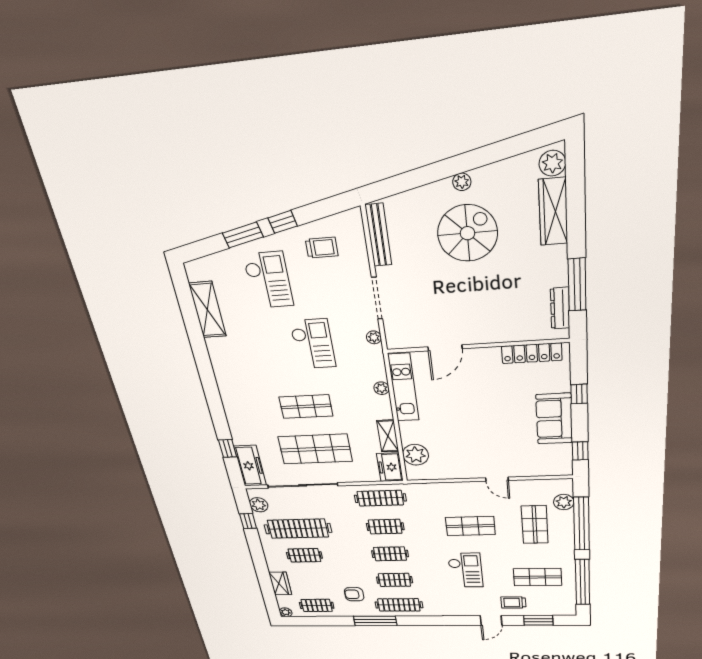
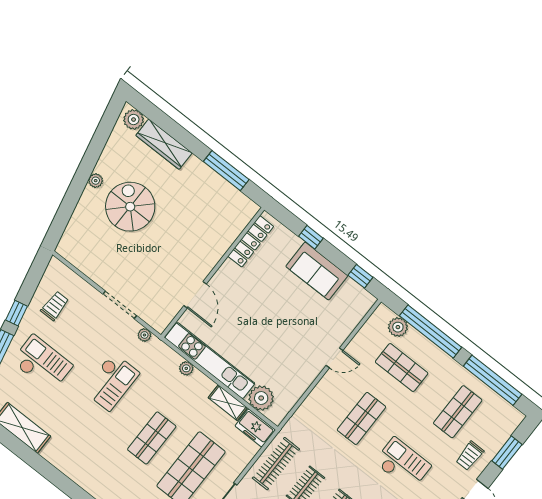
bench: (378, 235) -> (80, 262), removed
dresser: (560, 308) -> (233, 195), removed
checkout: (313, 344) -> (111, 382), turned 90
kitchen unit: (404, 388) -> (210, 361), width x1.36

